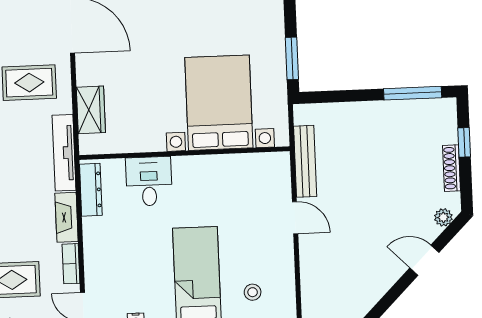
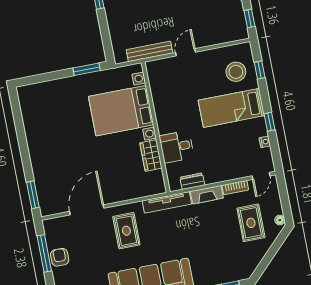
wardrobe: (91, 110) -> (151, 155), moved, turned -90
dresser: (91, 190) -> (192, 181), width x0.70
stool: (253, 292) -> (236, 72), width x1.89, depth x1.89

